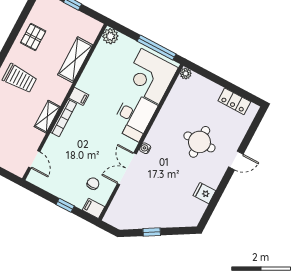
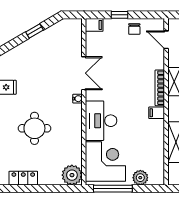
plant: (110, 36) -> (140, 178), moved
plant: (186, 74) -> (72, 175), width x1.88, depth x1.88
chair: (93, 184) -> (134, 29), moved

